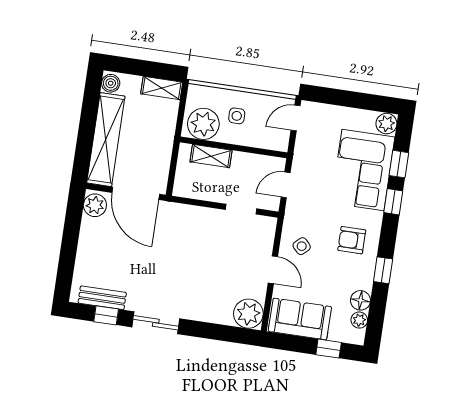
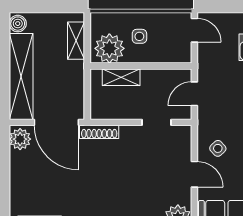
shelving: (162, 88) -> (76, 41), moved, turned 90
door: (296, 118) -> (194, 30), swing flipped
shoe rack: (179, 210) -> (99, 132), added

